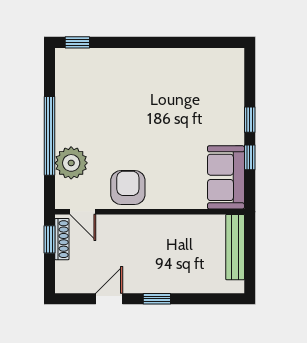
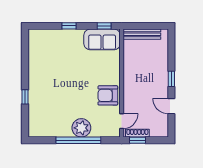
window: (77, 42) -> (25, 97), moved
window: (250, 157) -> (104, 26), moved
plant: (71, 163) -> (81, 128), moved

